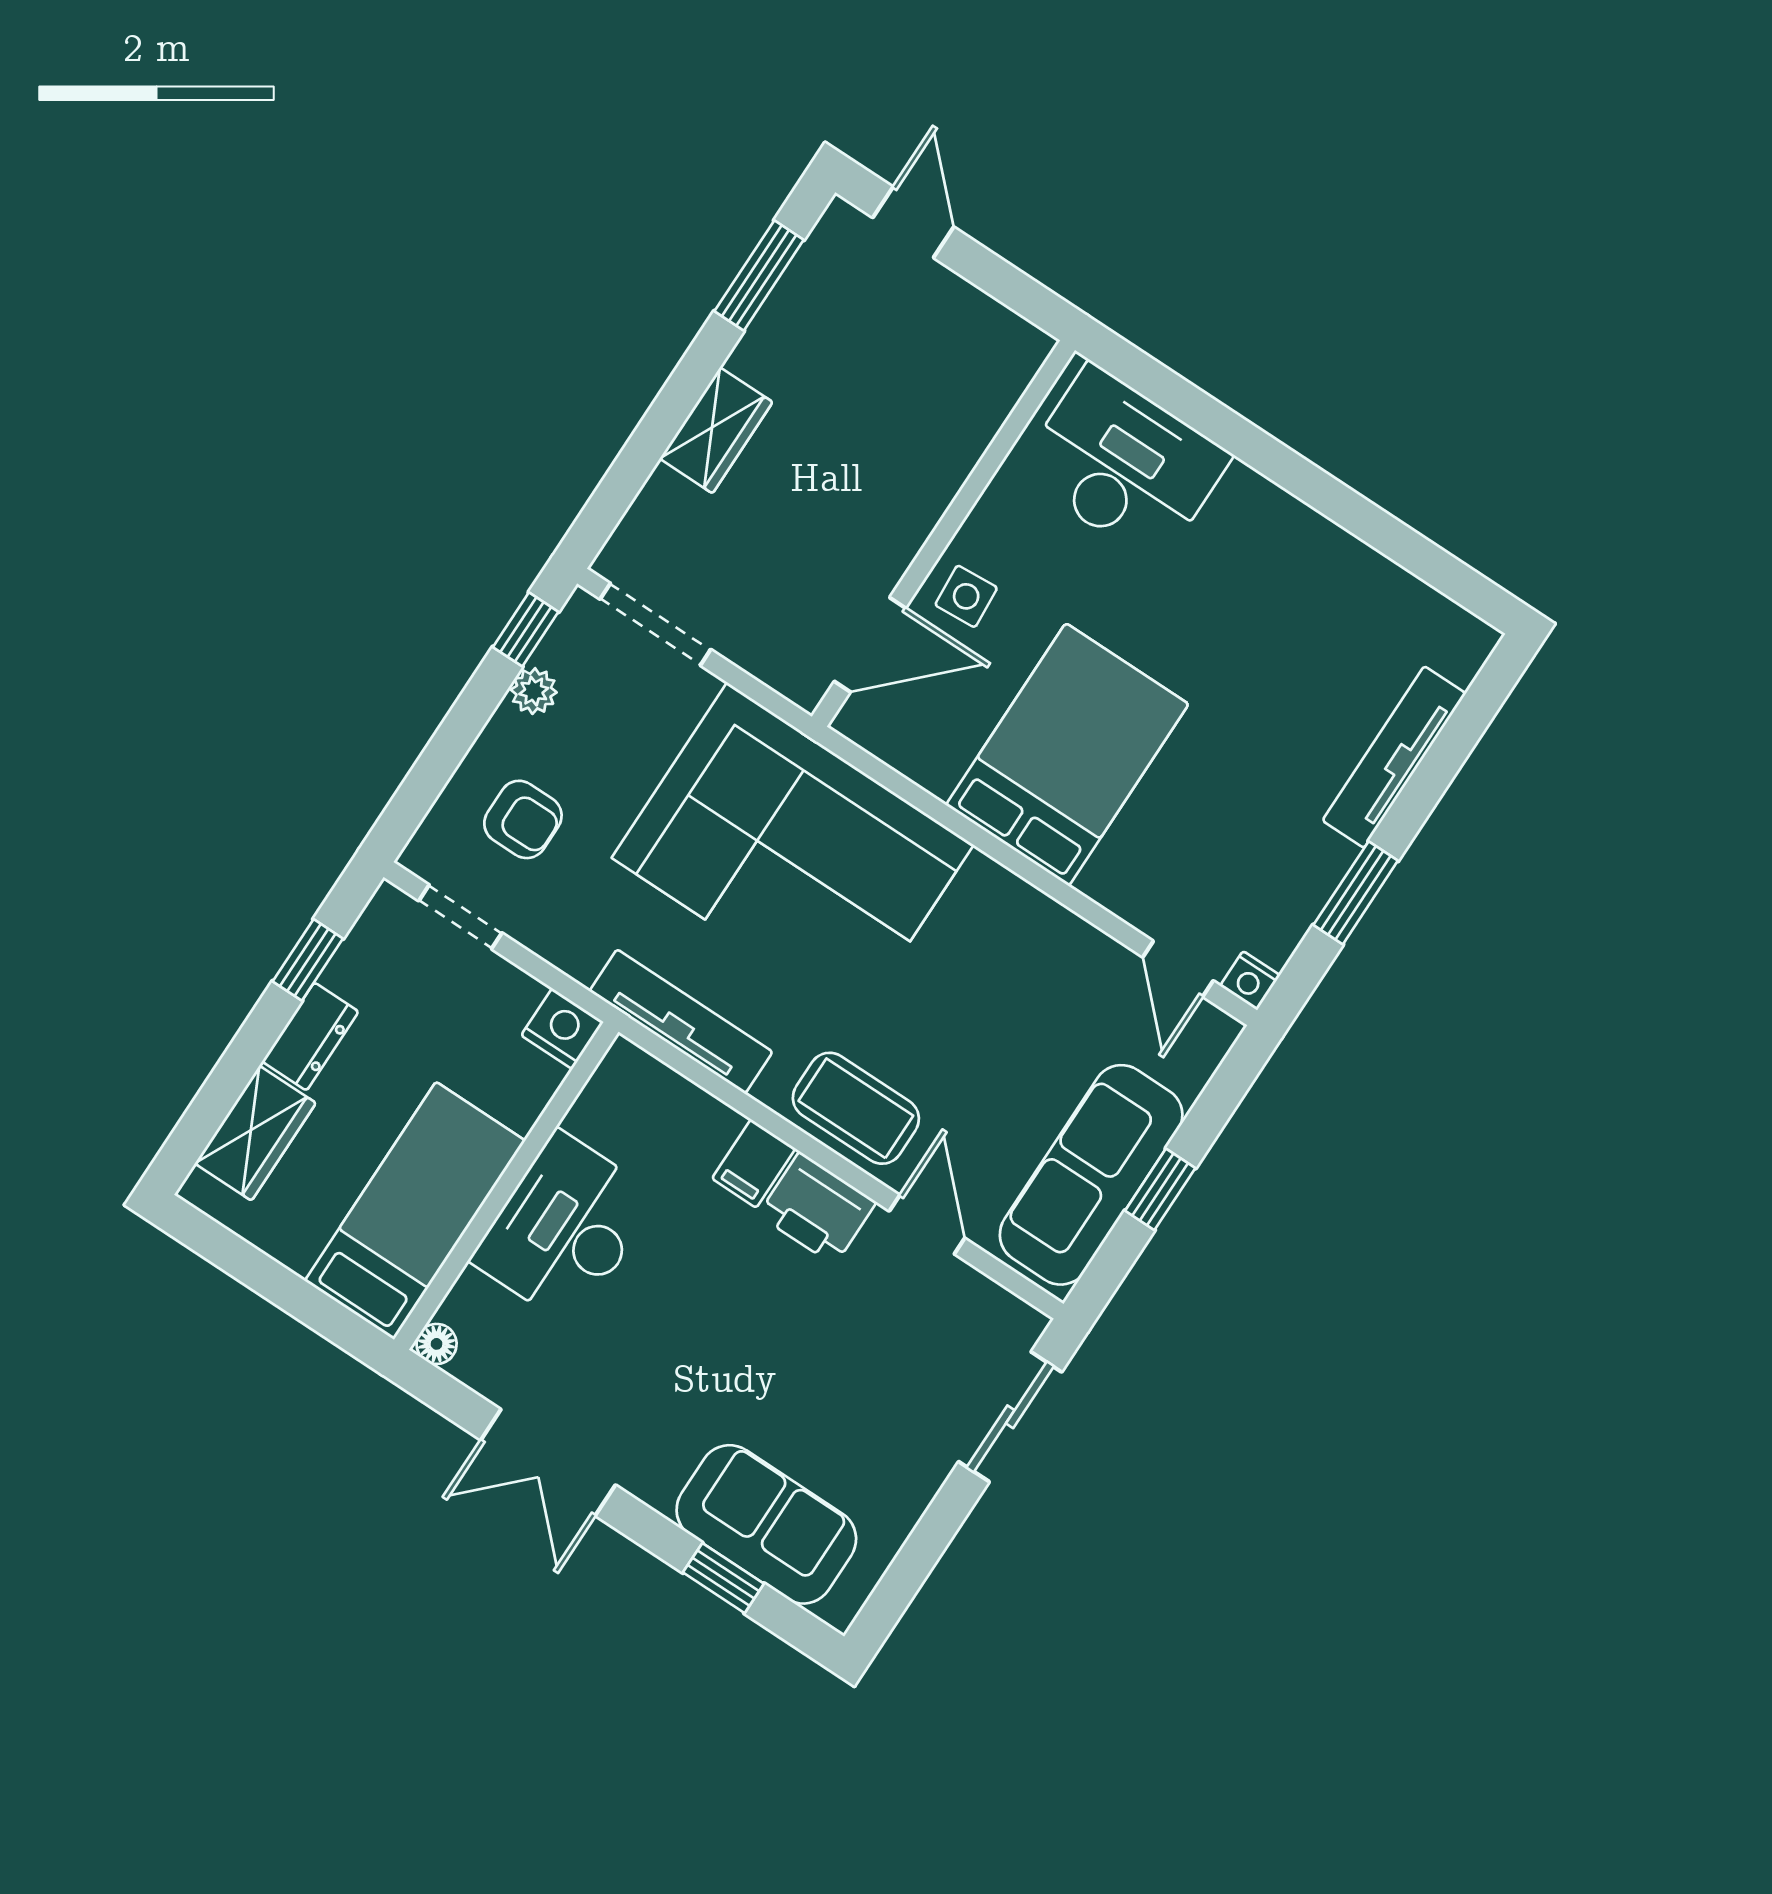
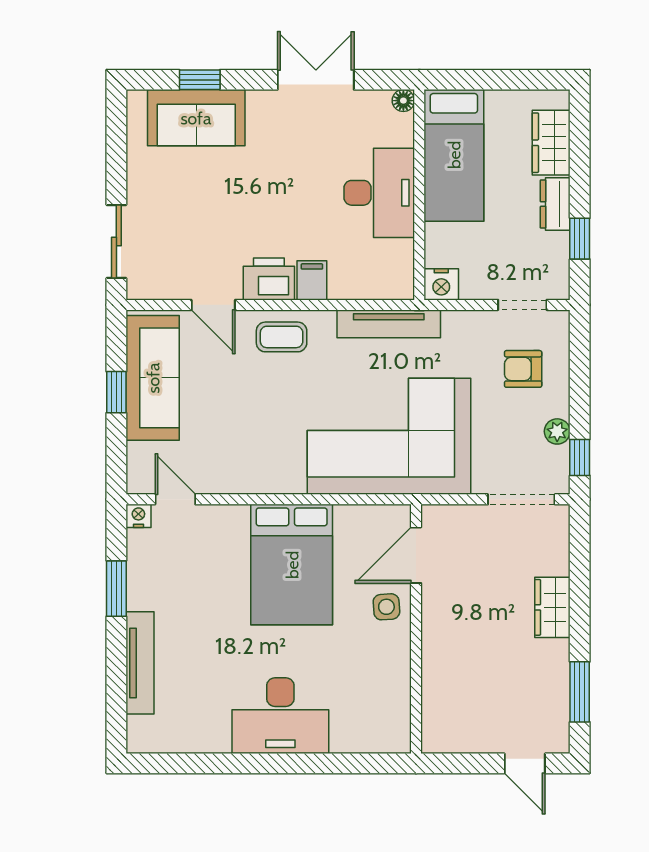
desk: (1124, 464) -> (280, 716), moved
coffee table: (856, 1108) -> (282, 337), width x0.73, depth x0.77

